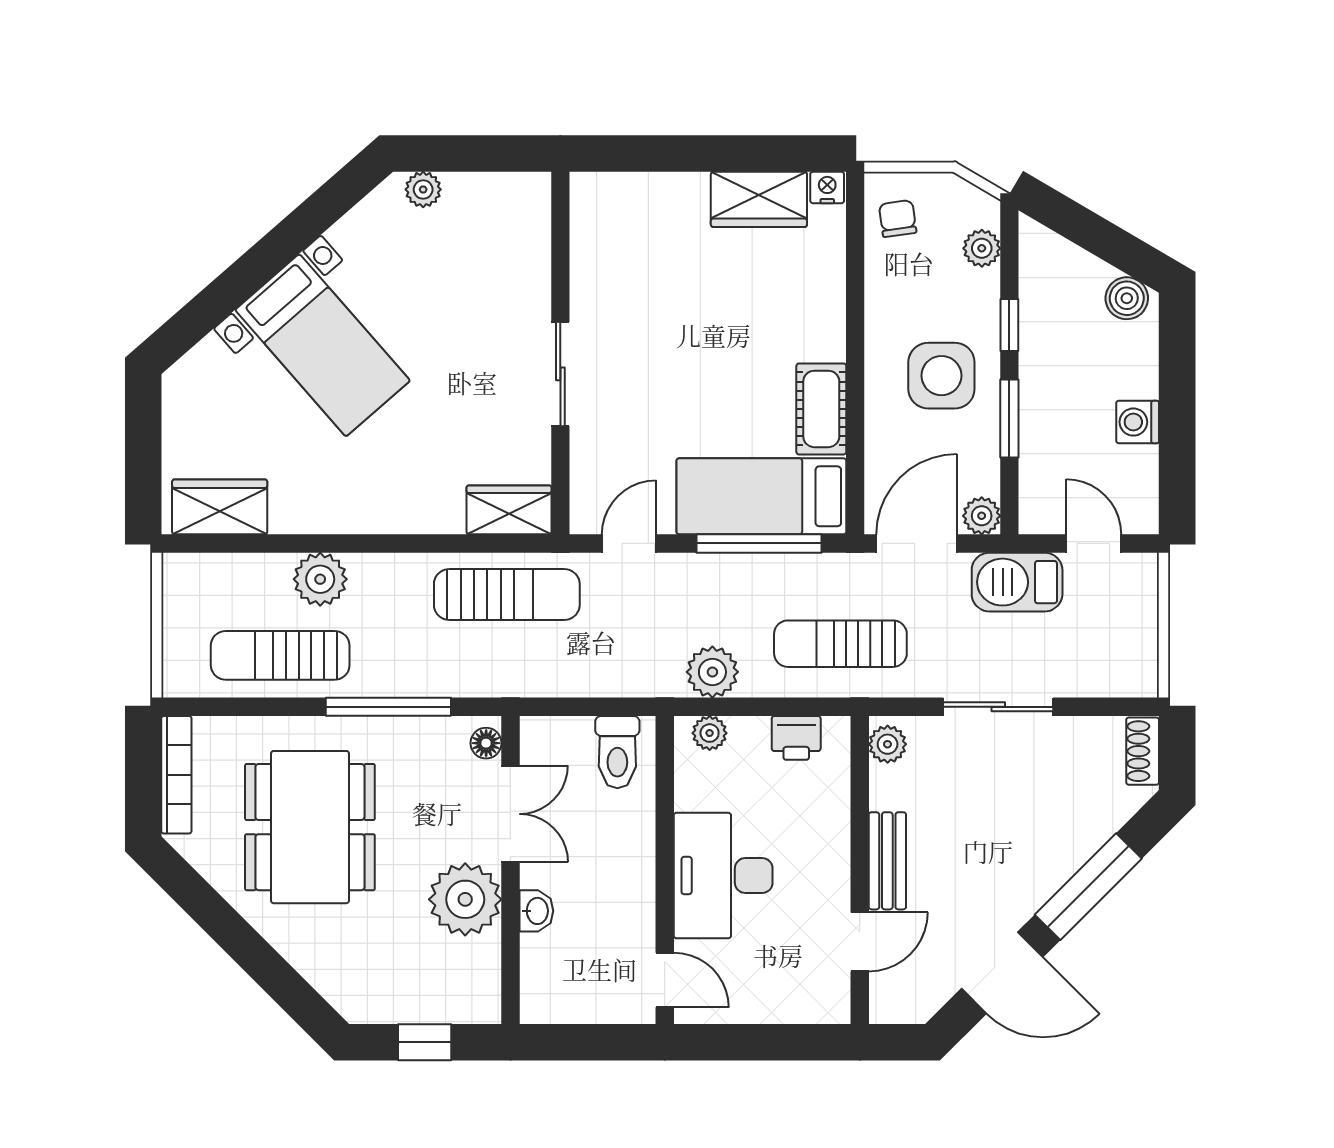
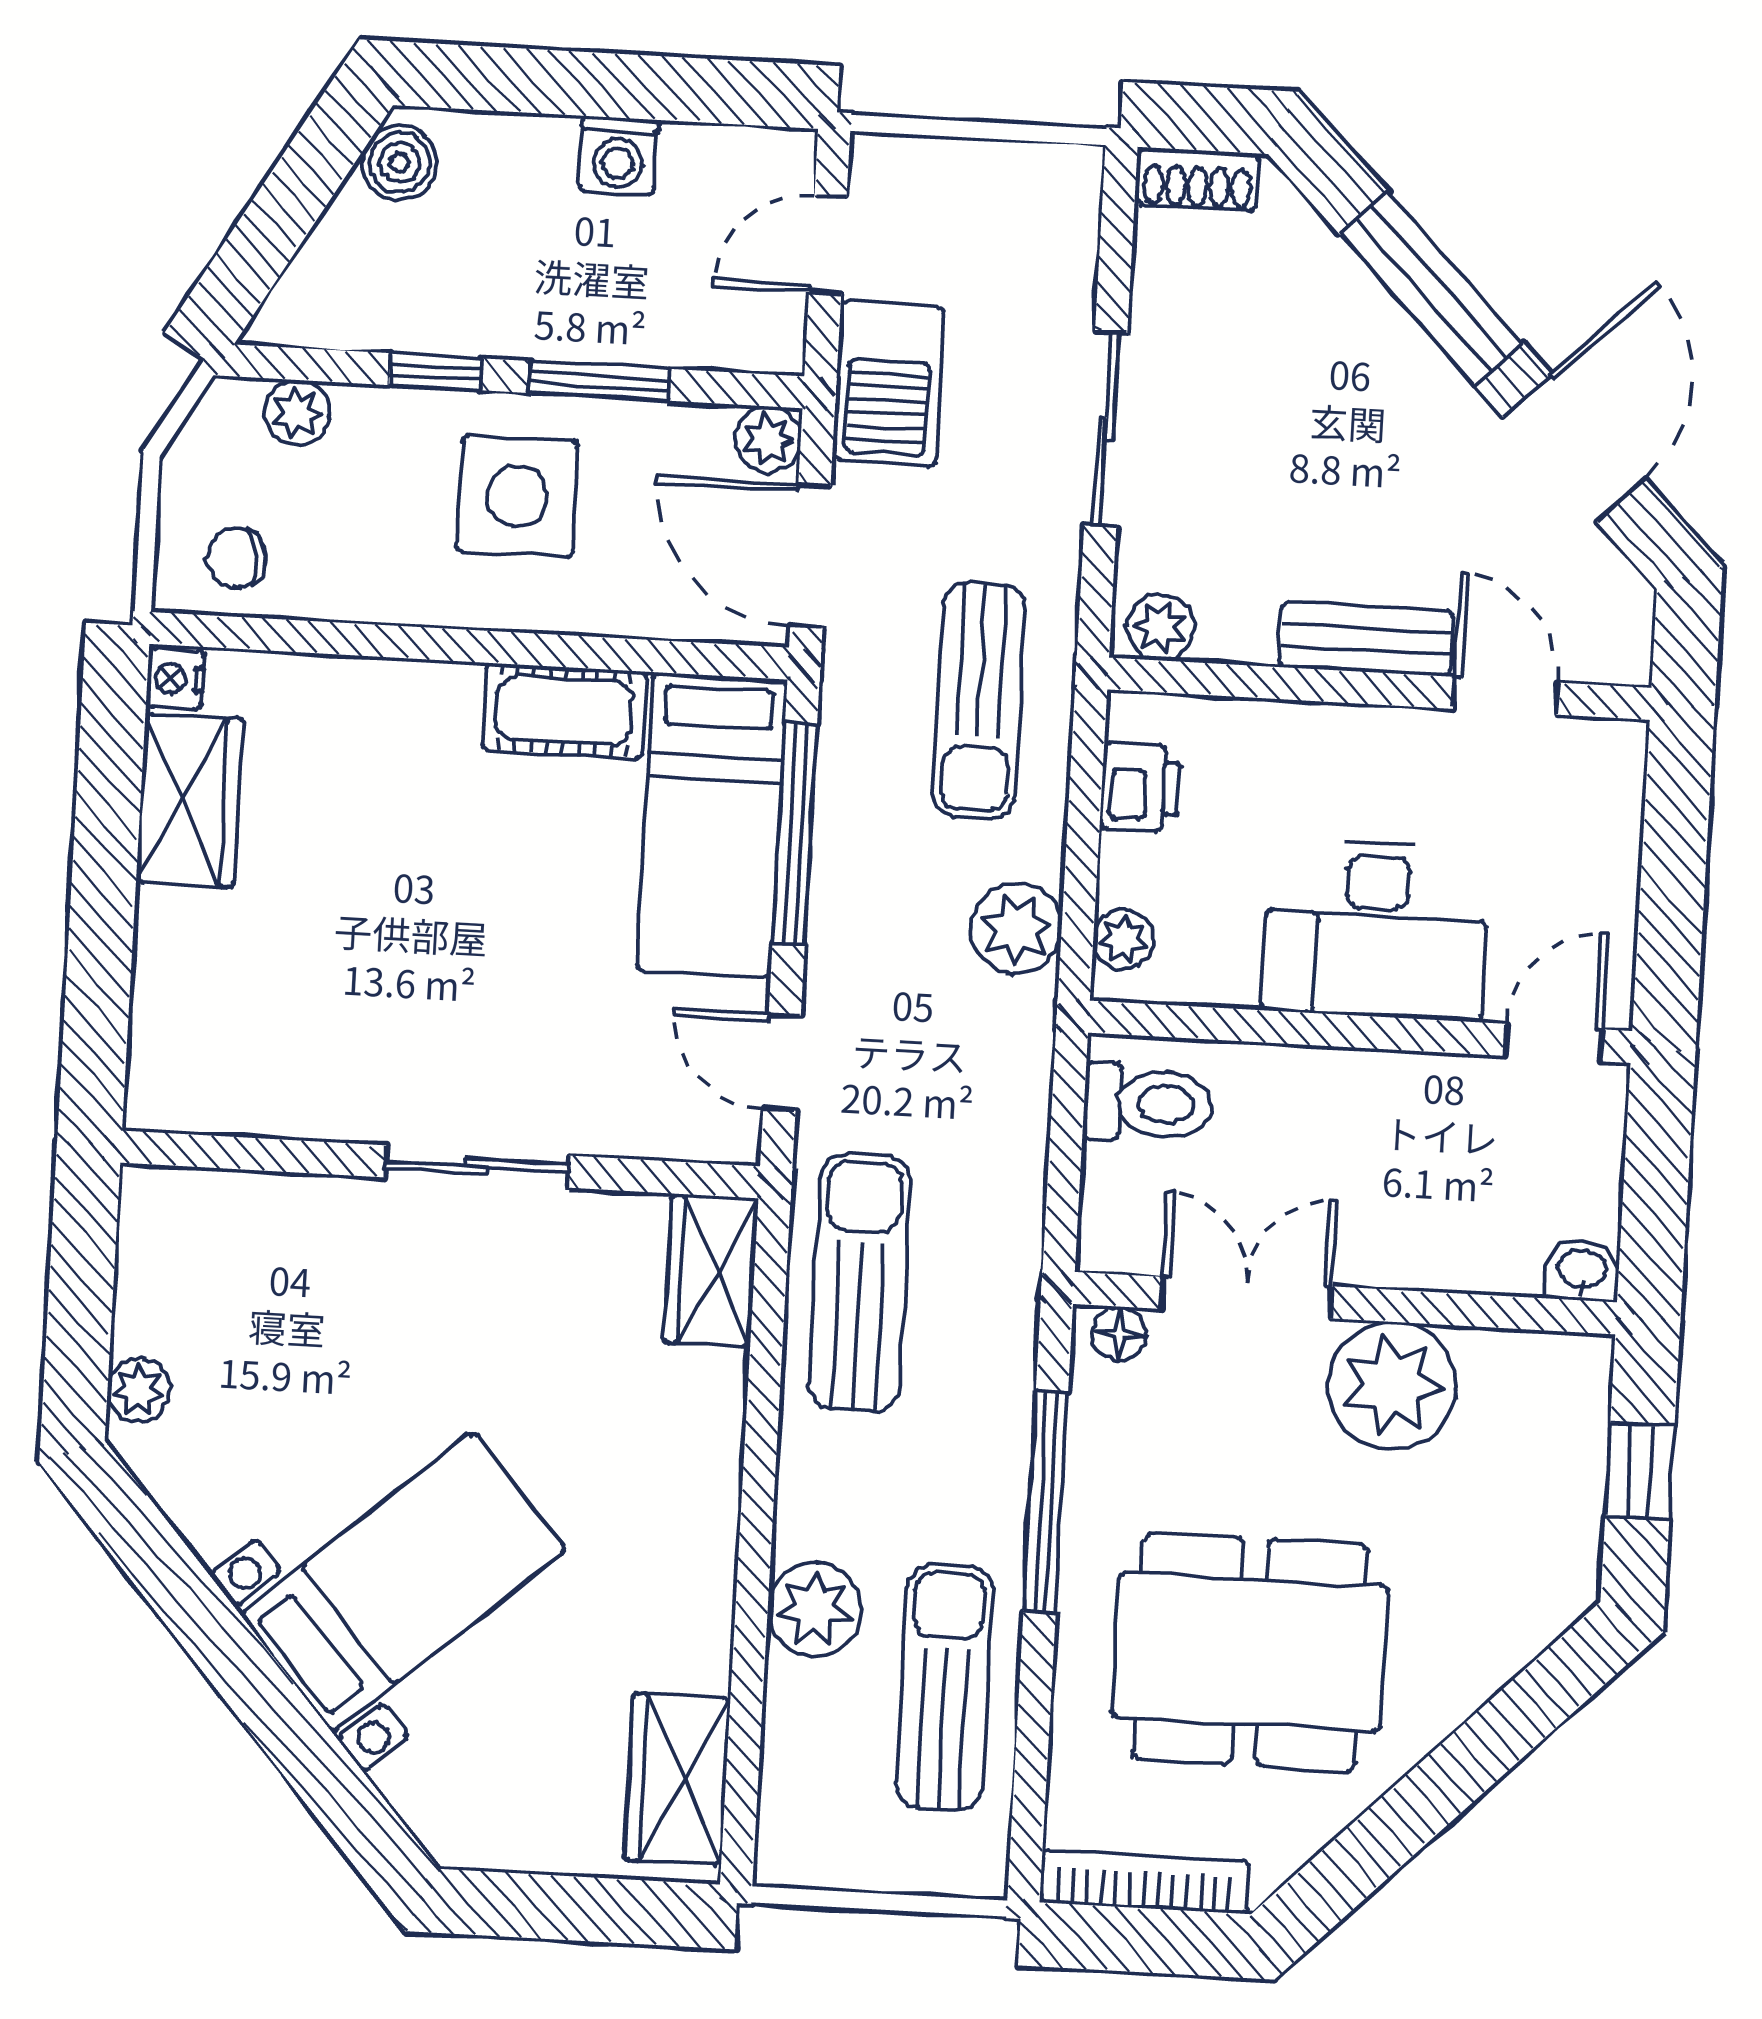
sun lounger: (280, 655) -> (945, 1687), turned 180
washbasin: (536, 911) -> (1582, 1271), moved

